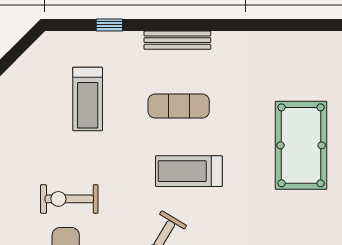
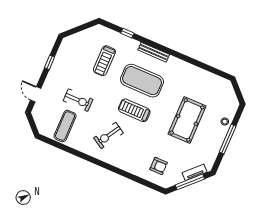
exercise mat: (179, 106) -> (142, 81), width x2.00, depth x1.45
exercise bike: (69, 199) -> (78, 100), turned 180

